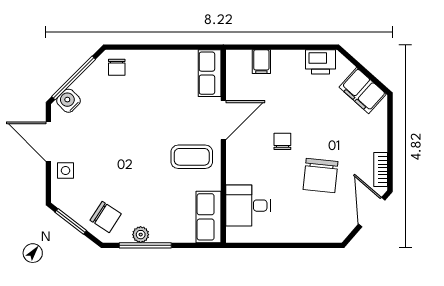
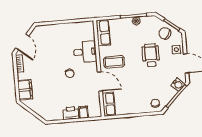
printer: (320, 62) -> (71, 113), moved
filing cabinet: (363, 91) -> (25, 90), moved, turned 48
door: (223, 120) -> (100, 81), swing flipped
wheelchair: (117, 164) -> (151, 55), added
chair: (320, 176) -> (49, 58), removed
desk: (248, 206) -> (85, 52), moved
chair: (106, 217) -> (165, 33), moved

